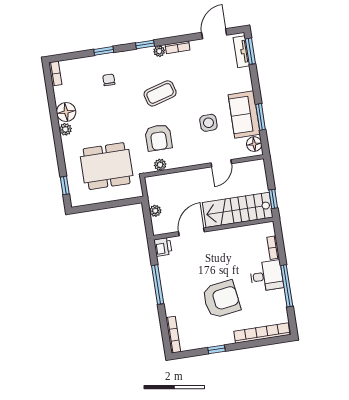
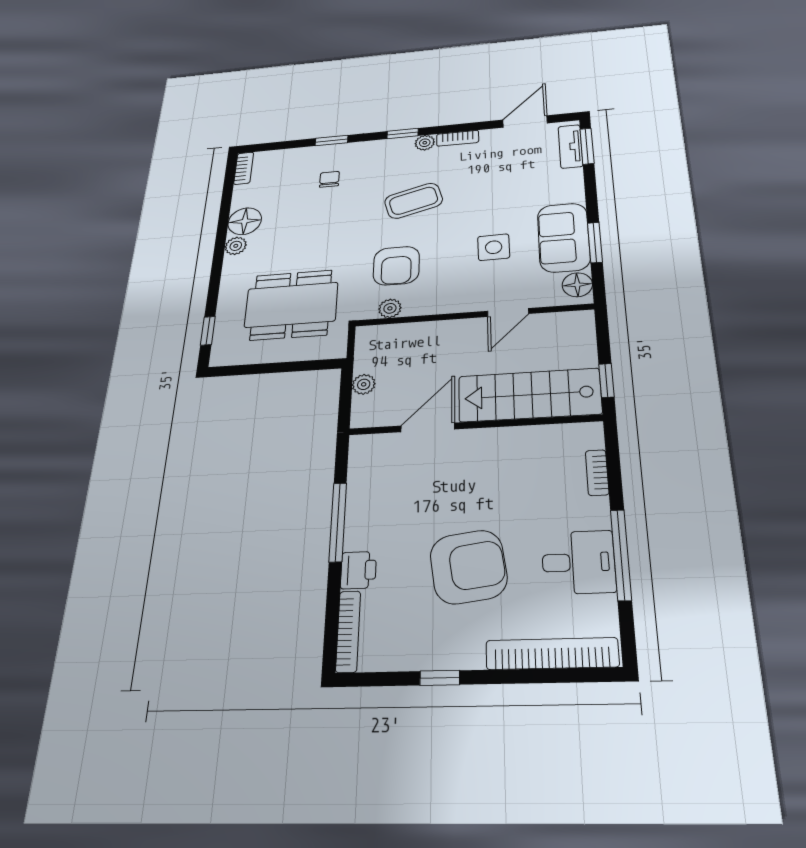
printer: (163, 247) -> (358, 570), moved
desk: (266, 276) -> (578, 562), moved

